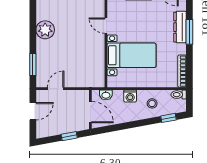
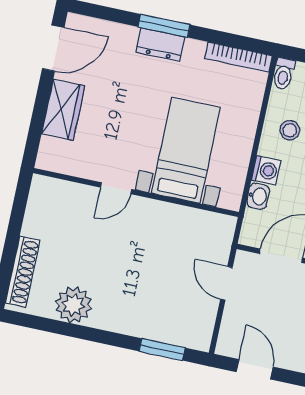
dresser: (180, 27) -> (160, 45), width x0.70
plant: (45, 30) -> (73, 305), moved
door: (56, 89) -> (226, 283), moved
washbasin: (106, 95) -> (258, 196), moved

